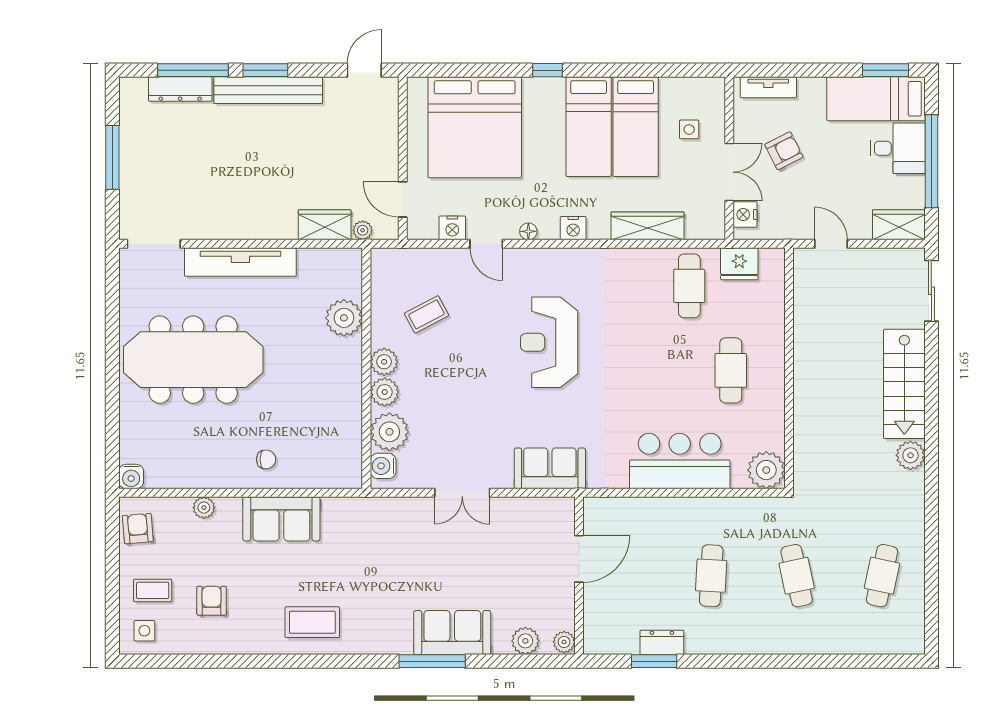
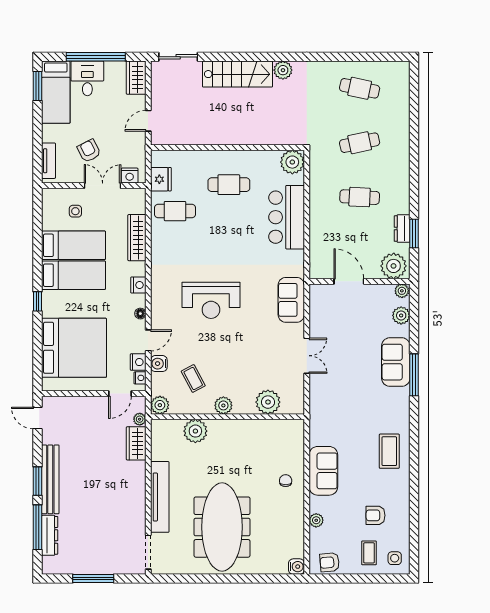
nightstand: (427, 231) -> (140, 378), added
plant: (385, 392) -> (160, 405), moved
water cooler: (383, 466) -> (159, 364), moved, turned 90
plant: (603, 629) -> (394, 266), added

